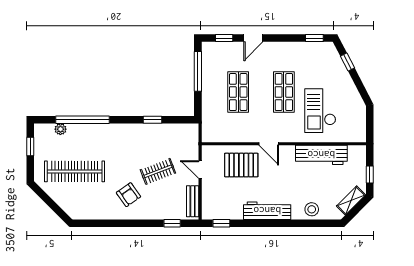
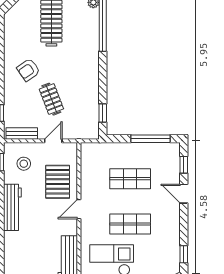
window: (152, 120) -> (103, 113), moved
stool: (312, 209) -> (24, 164), moved

